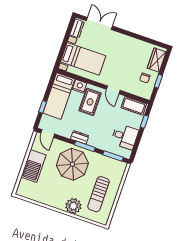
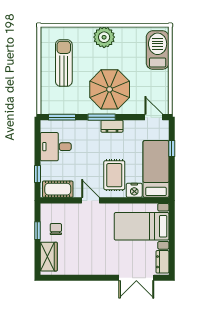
barbecue: (33, 166) -> (158, 50), moved
plant: (73, 206) -> (104, 37), moved

